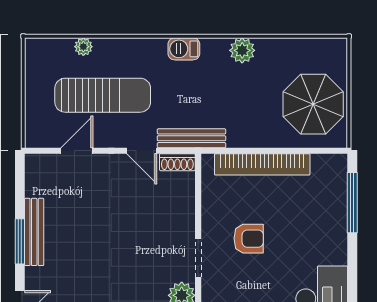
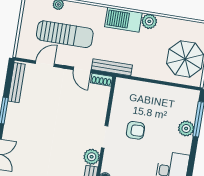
barbecue: (184, 49) -> (123, 20), width x1.88, depth x1.53
bookcase: (262, 164) -> (150, 89), removed
plant: (334, 222) -> (186, 128), added
bench: (34, 232) -> (16, 83), moved

